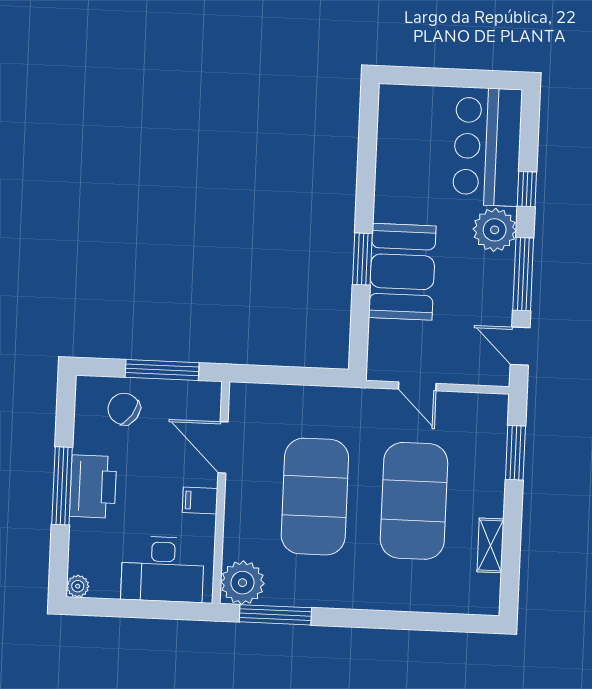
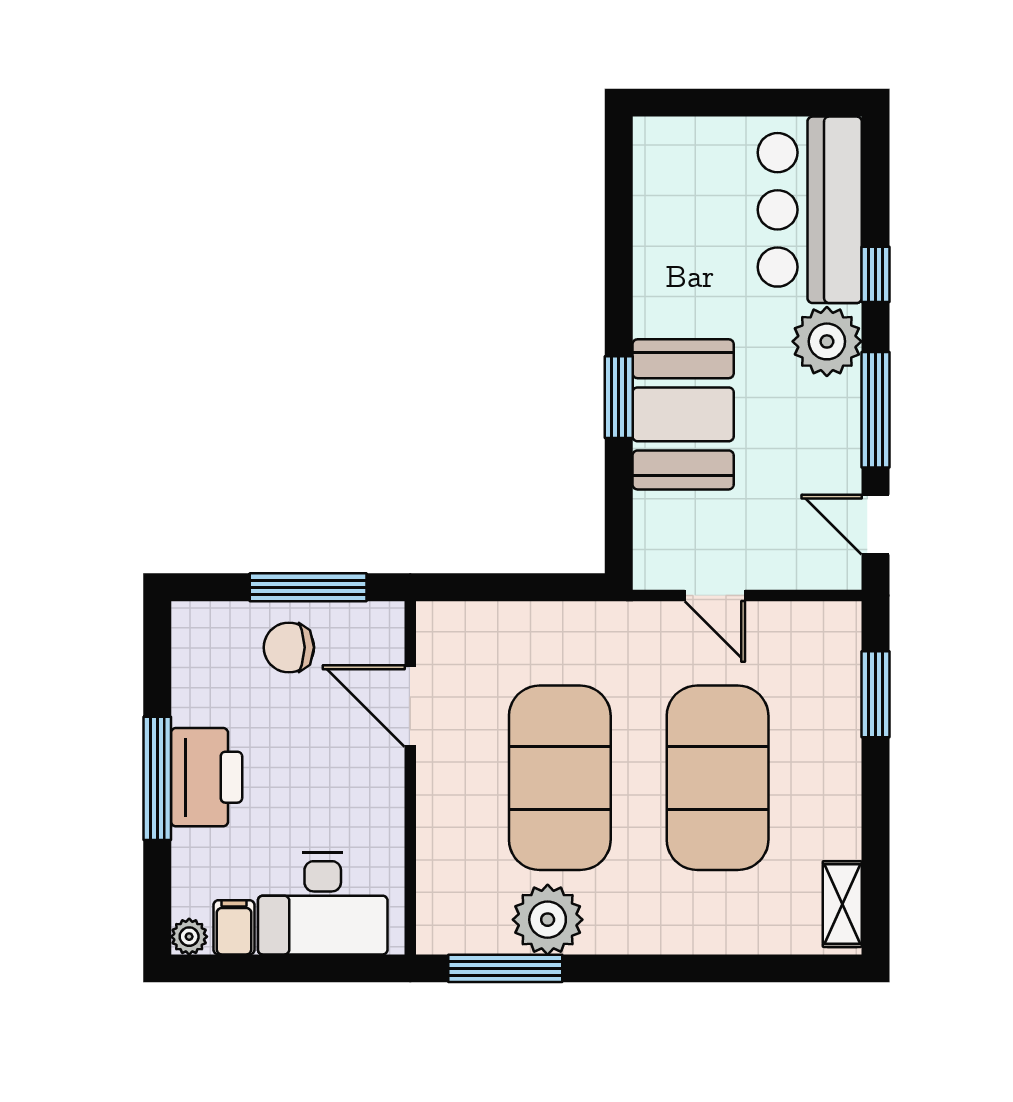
chair: (124, 409) -> (289, 647), moved, turned -34
filing cabinet: (200, 501) -> (234, 927), moved, turned 90
shelving: (490, 545) -> (842, 904), moved
plant: (242, 583) -> (548, 920), moved

